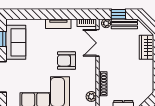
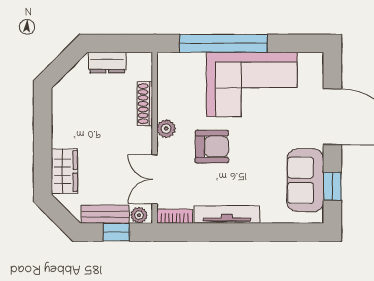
tv unit: (58, 24) -> (227, 214), width x1.41
double door: (98, 43) -> (155, 179), swing flipped
plant: (91, 96) -> (166, 129), moved

